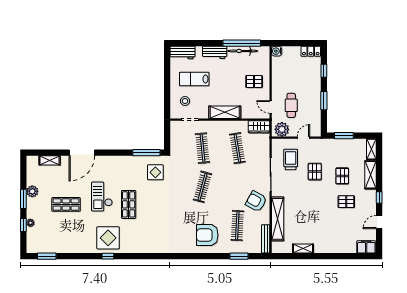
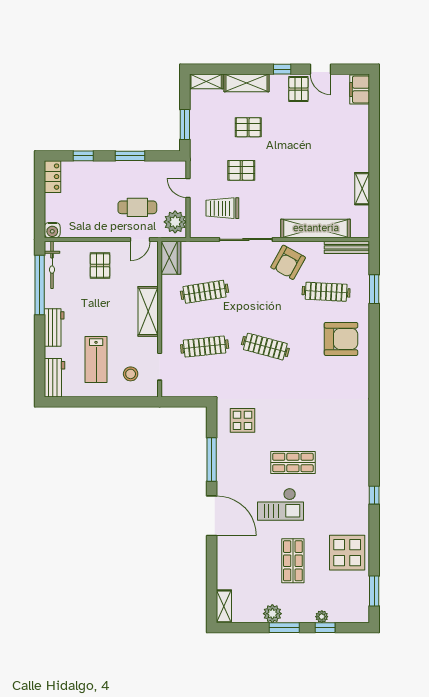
bicycle: (243, 51) -> (52, 265), moved
door: (82, 153) -> (212, 516), moved
window: (146, 153) -> (212, 460), moved
shelving: (50, 160) -> (224, 606), moved
pallet: (346, 202) -> (298, 89), moved
armchair: (207, 235) -> (341, 339), turned -90
display table: (108, 238) -> (347, 553), moved

